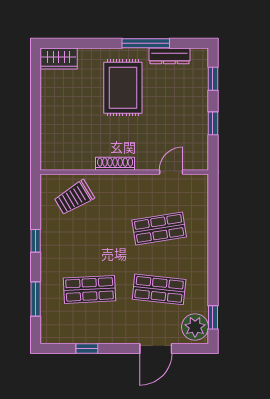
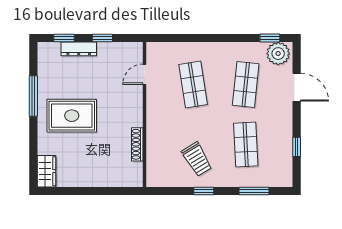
dresser: (169, 56) -> (79, 49), moved, turned 90
shoe rack: (115, 164) -> (137, 144), moved
door: (171, 172) -> (145, 74), hinge flipped
trolley: (74, 198) -> (197, 159), moved

